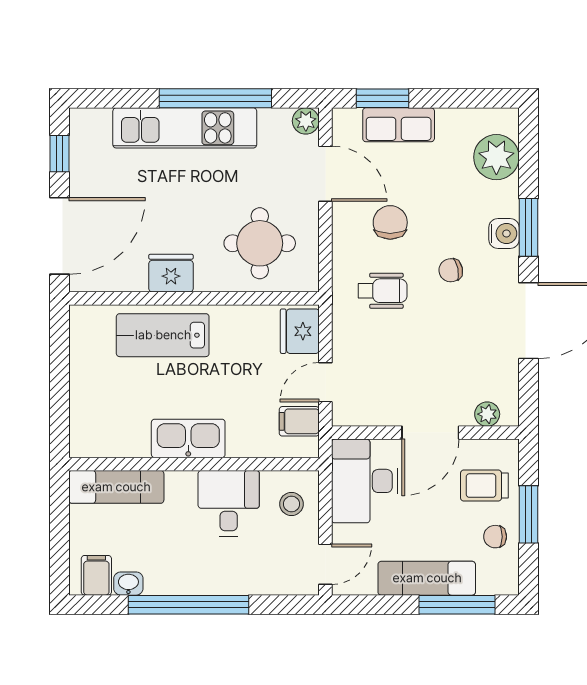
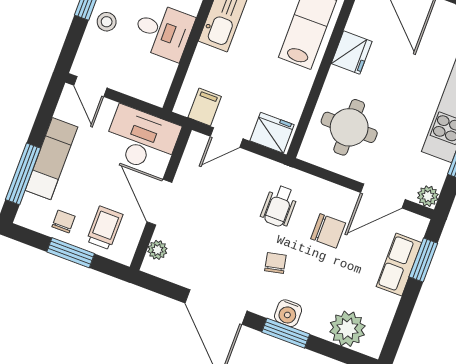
door: (325, 382) -> (227, 138), swing flipped
stool: (291, 504) -> (107, 22), moved

